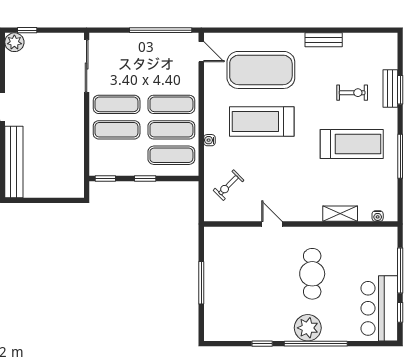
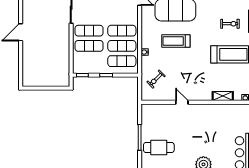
treadmill: (262, 122) -> (176, 41), width x0.73, depth x0.73
bench: (14, 162) -> (28, 65), removed
cafe table: (312, 274) -> (159, 148), moved, turned 90

